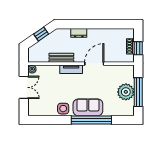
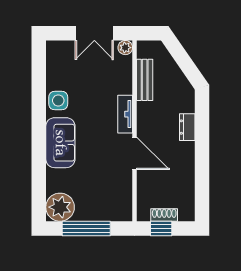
window: (41, 34) -> (185, 63), removed
bench: (61, 58) -> (145, 80), moved
plant: (126, 92) -> (60, 207), moved
window: (91, 120) -> (39, 149), removed

